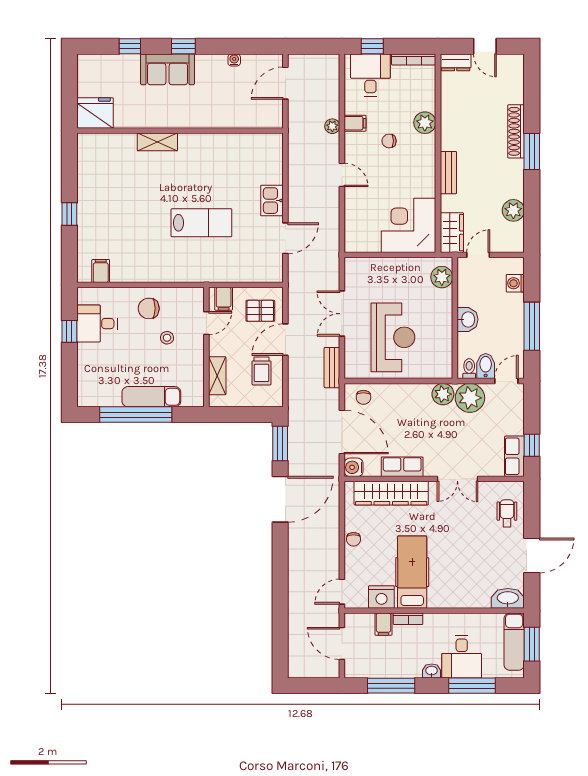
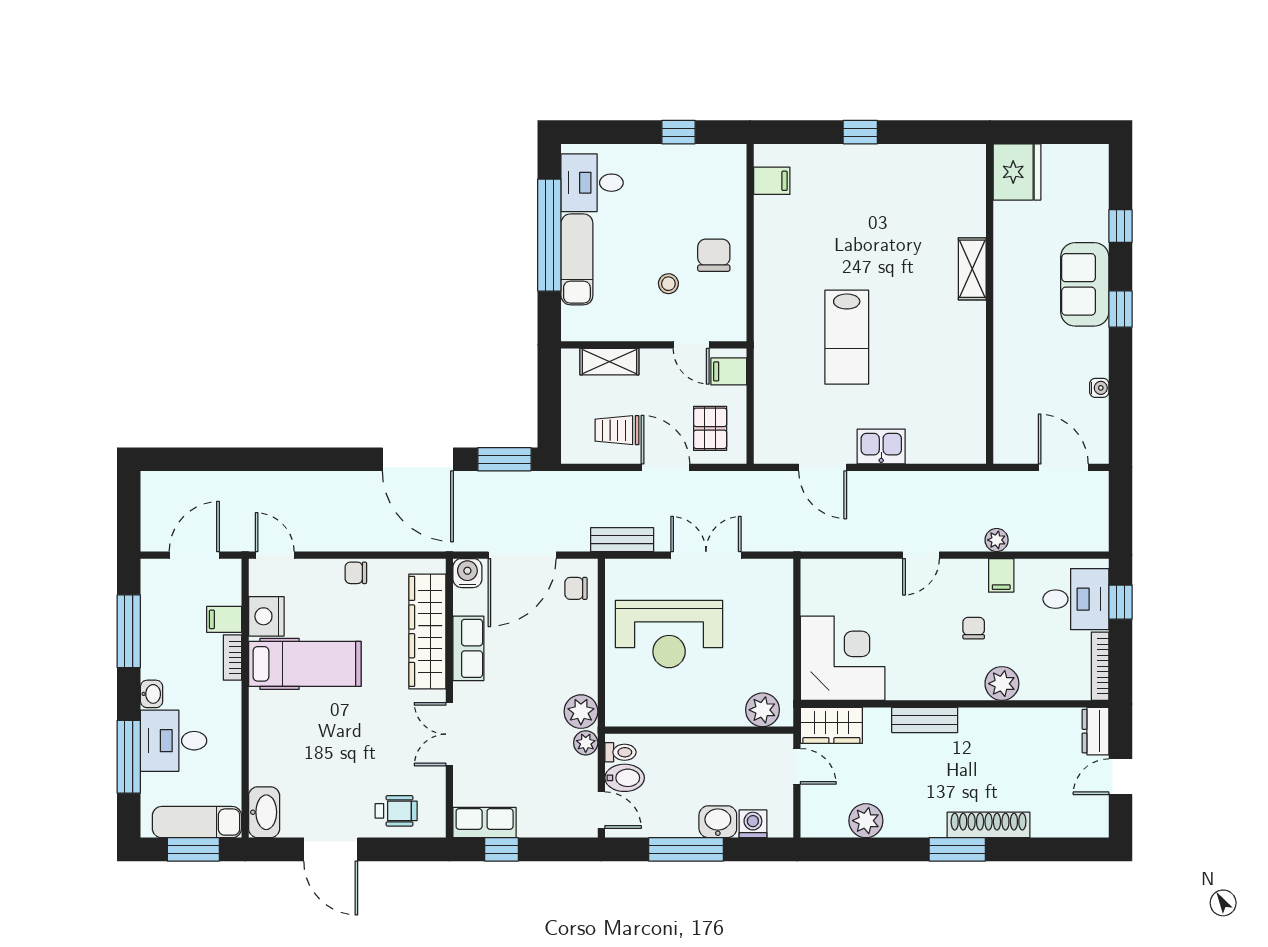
washbasin: (468, 319) -> (718, 822), moved, turned 180
desk: (97, 324) -> (592, 183), moved, turned -90
plant: (470, 398) -> (586, 743), width x0.53, depth x0.53

